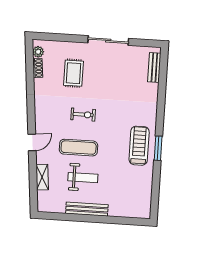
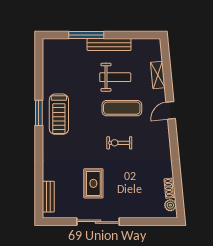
rug: (73, 73) -> (93, 183), moved
weight bench: (83, 178) -> (115, 77), turned 180
window: (108, 220) -> (86, 35), added

